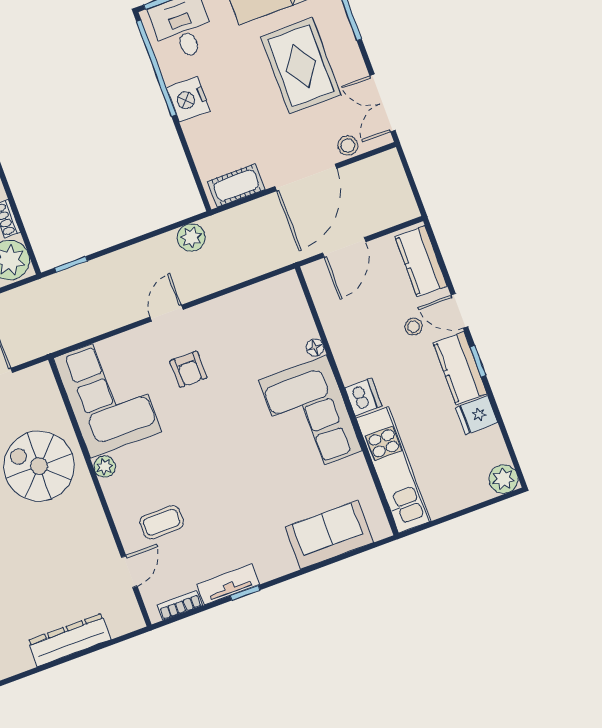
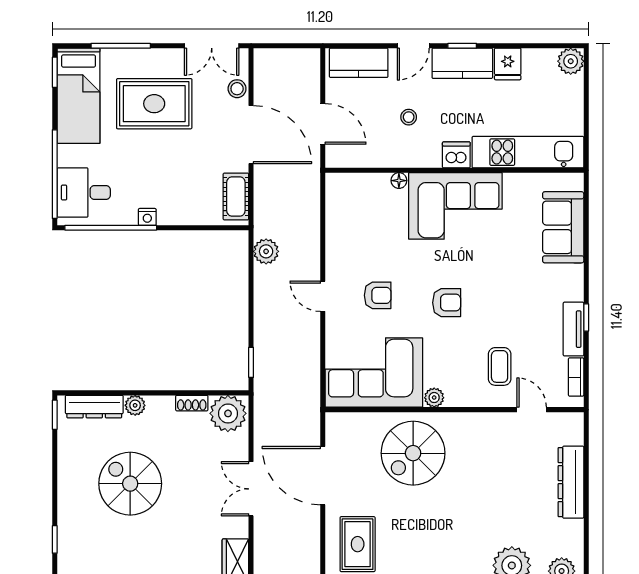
nightstand: (188, 99) -> (147, 217), width x0.53, depth x0.56
stool: (413, 327) -> (409, 117), moved
armchair: (207, 443) -> (447, 303), added

